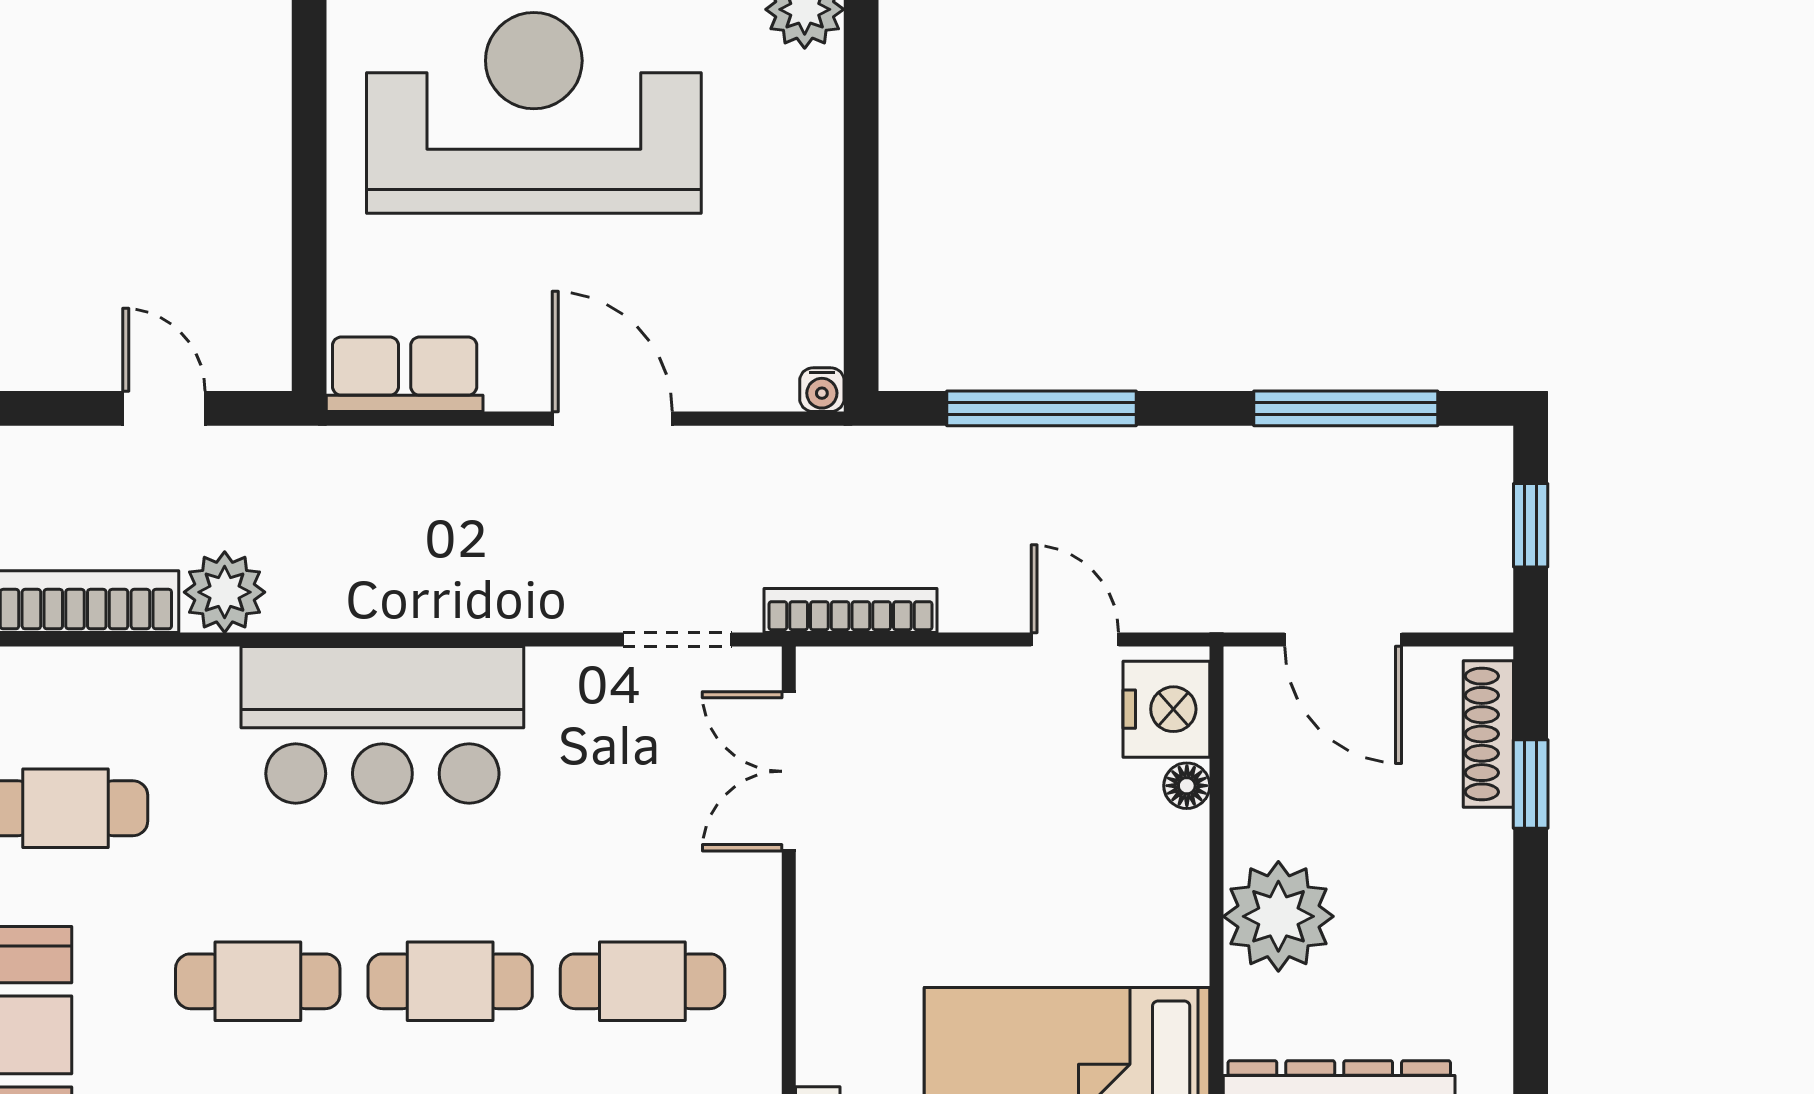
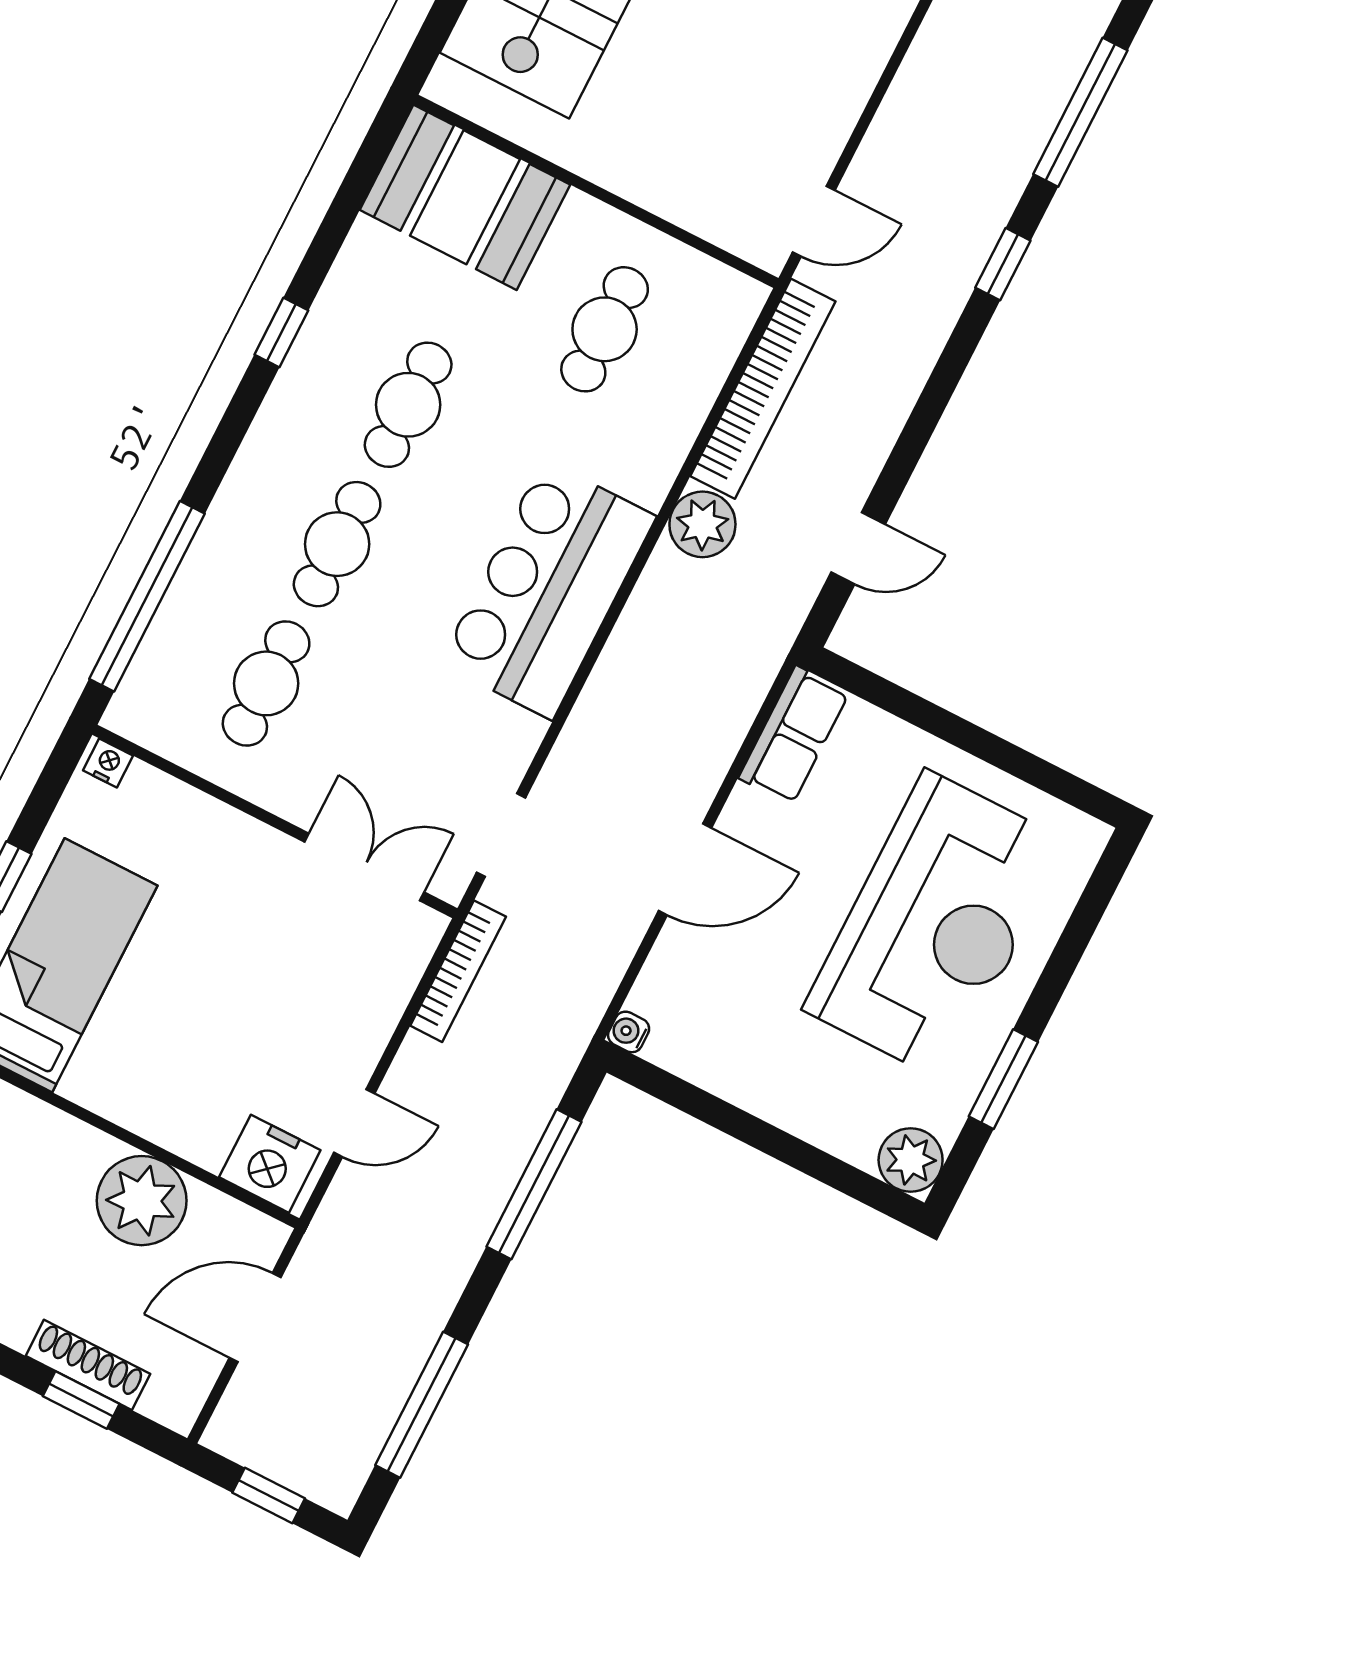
shoe rack: (1488, 734) -> (88, 1365), moved
floor lamp: (1187, 786) -> (207, 1150), removed
plant: (1278, 916) -> (142, 1201), moved

